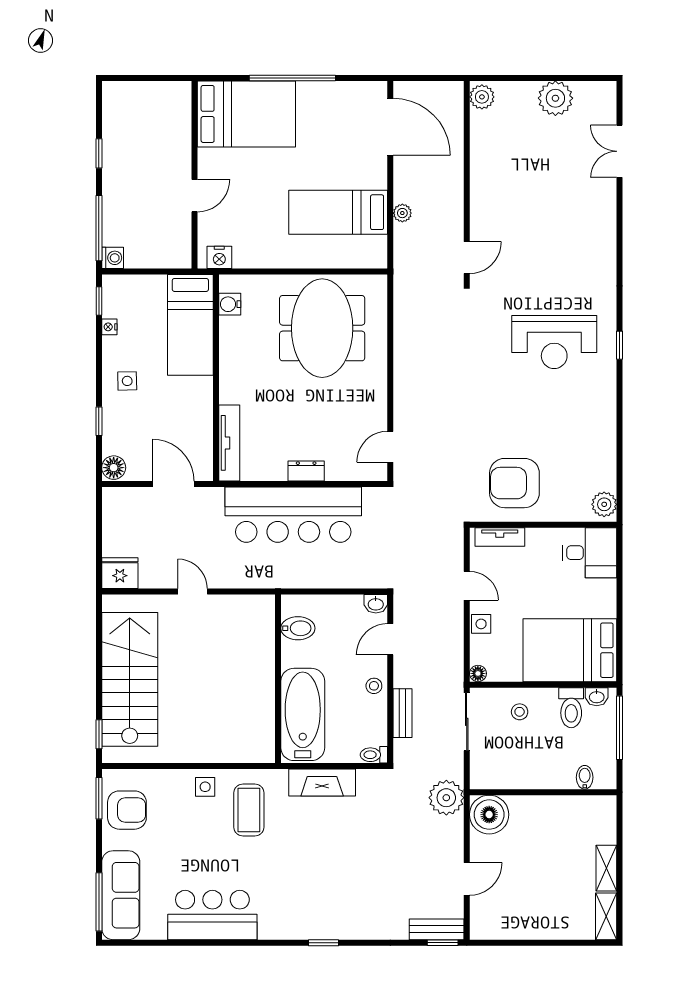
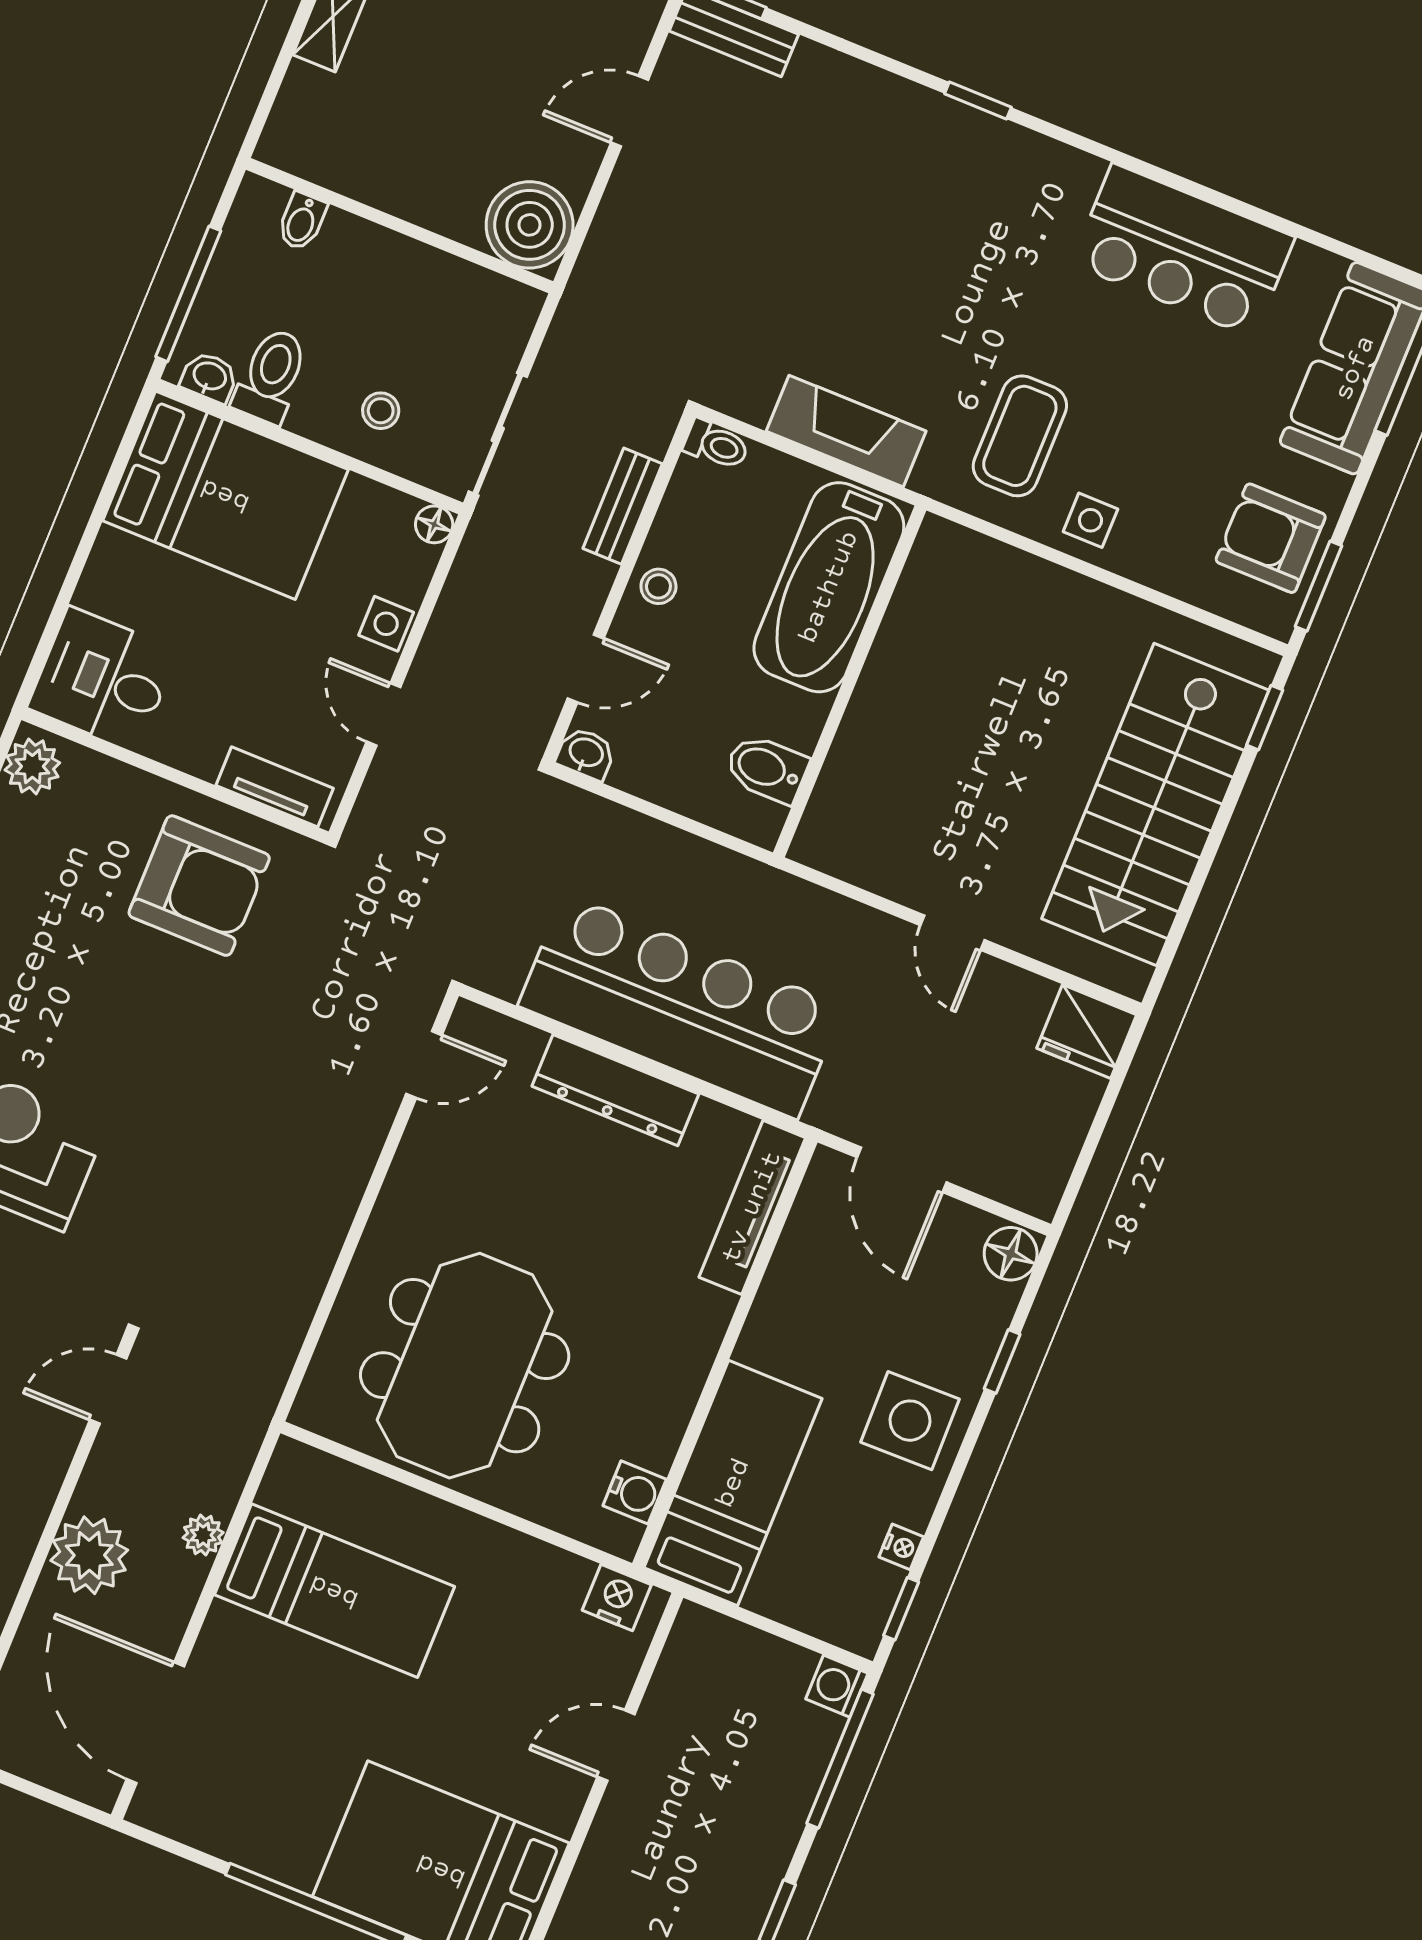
side table: (127, 381) -> (910, 1421), width x1.87, depth x1.87
dresser: (306, 471) -> (615, 1090), width x1.96, depth x1.24
plant: (446, 798) -> (89, 1555), moved

